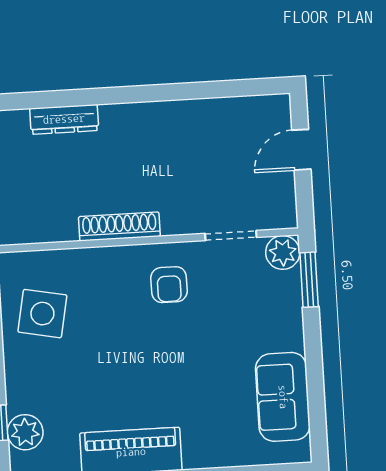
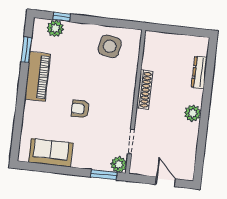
plant: (151, 119) -> (193, 113), added
armchair: (169, 285) -> (80, 109), moved

